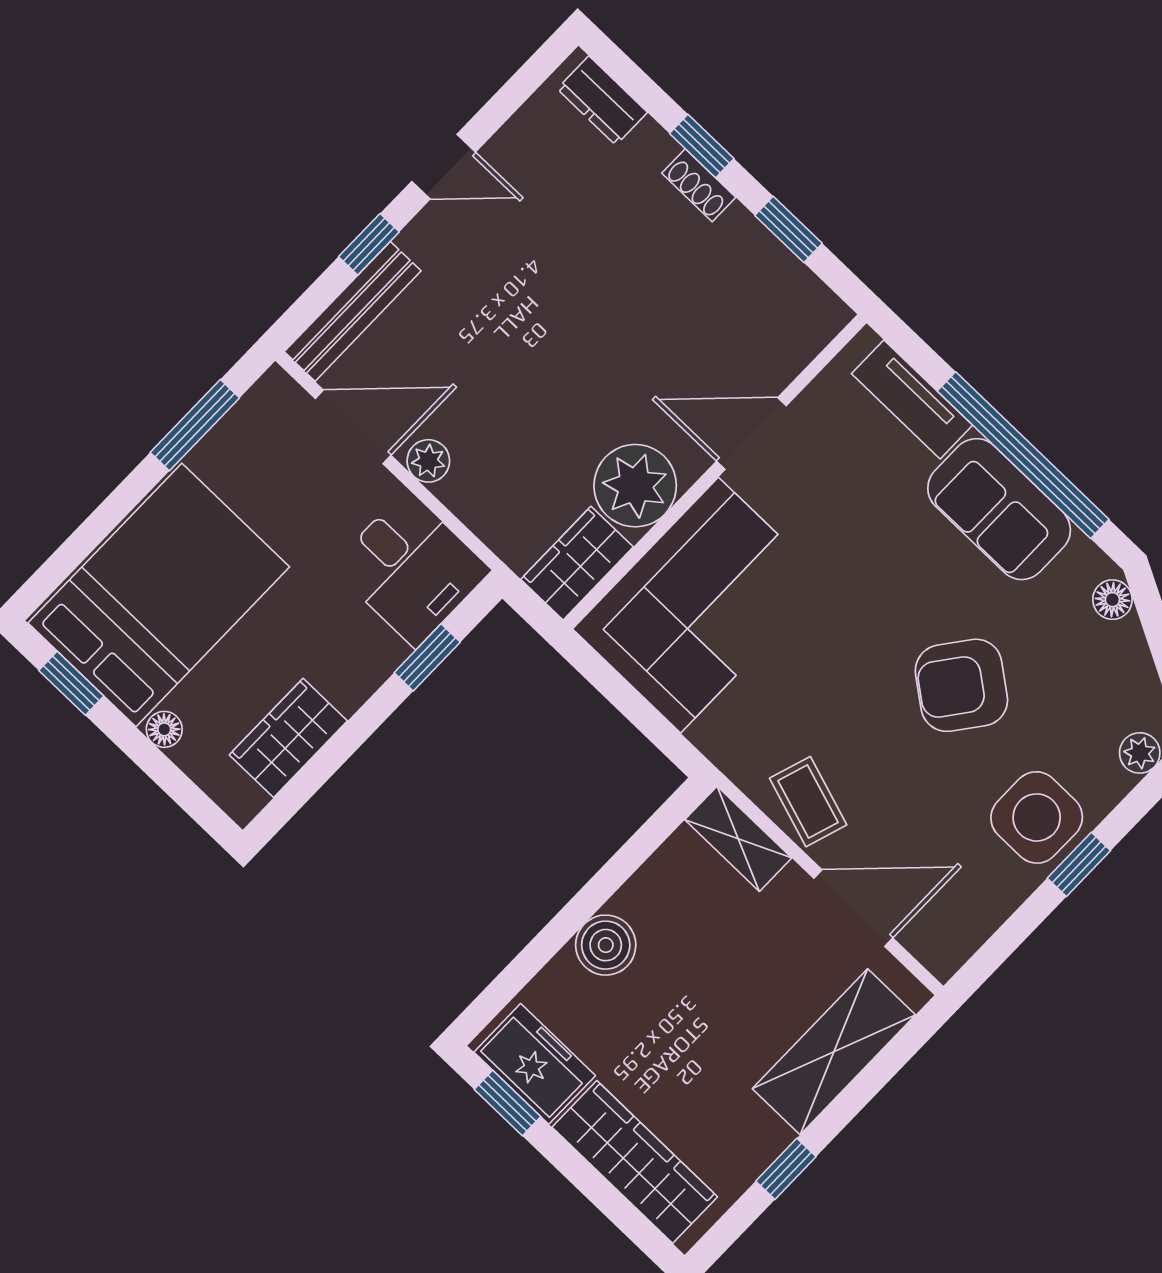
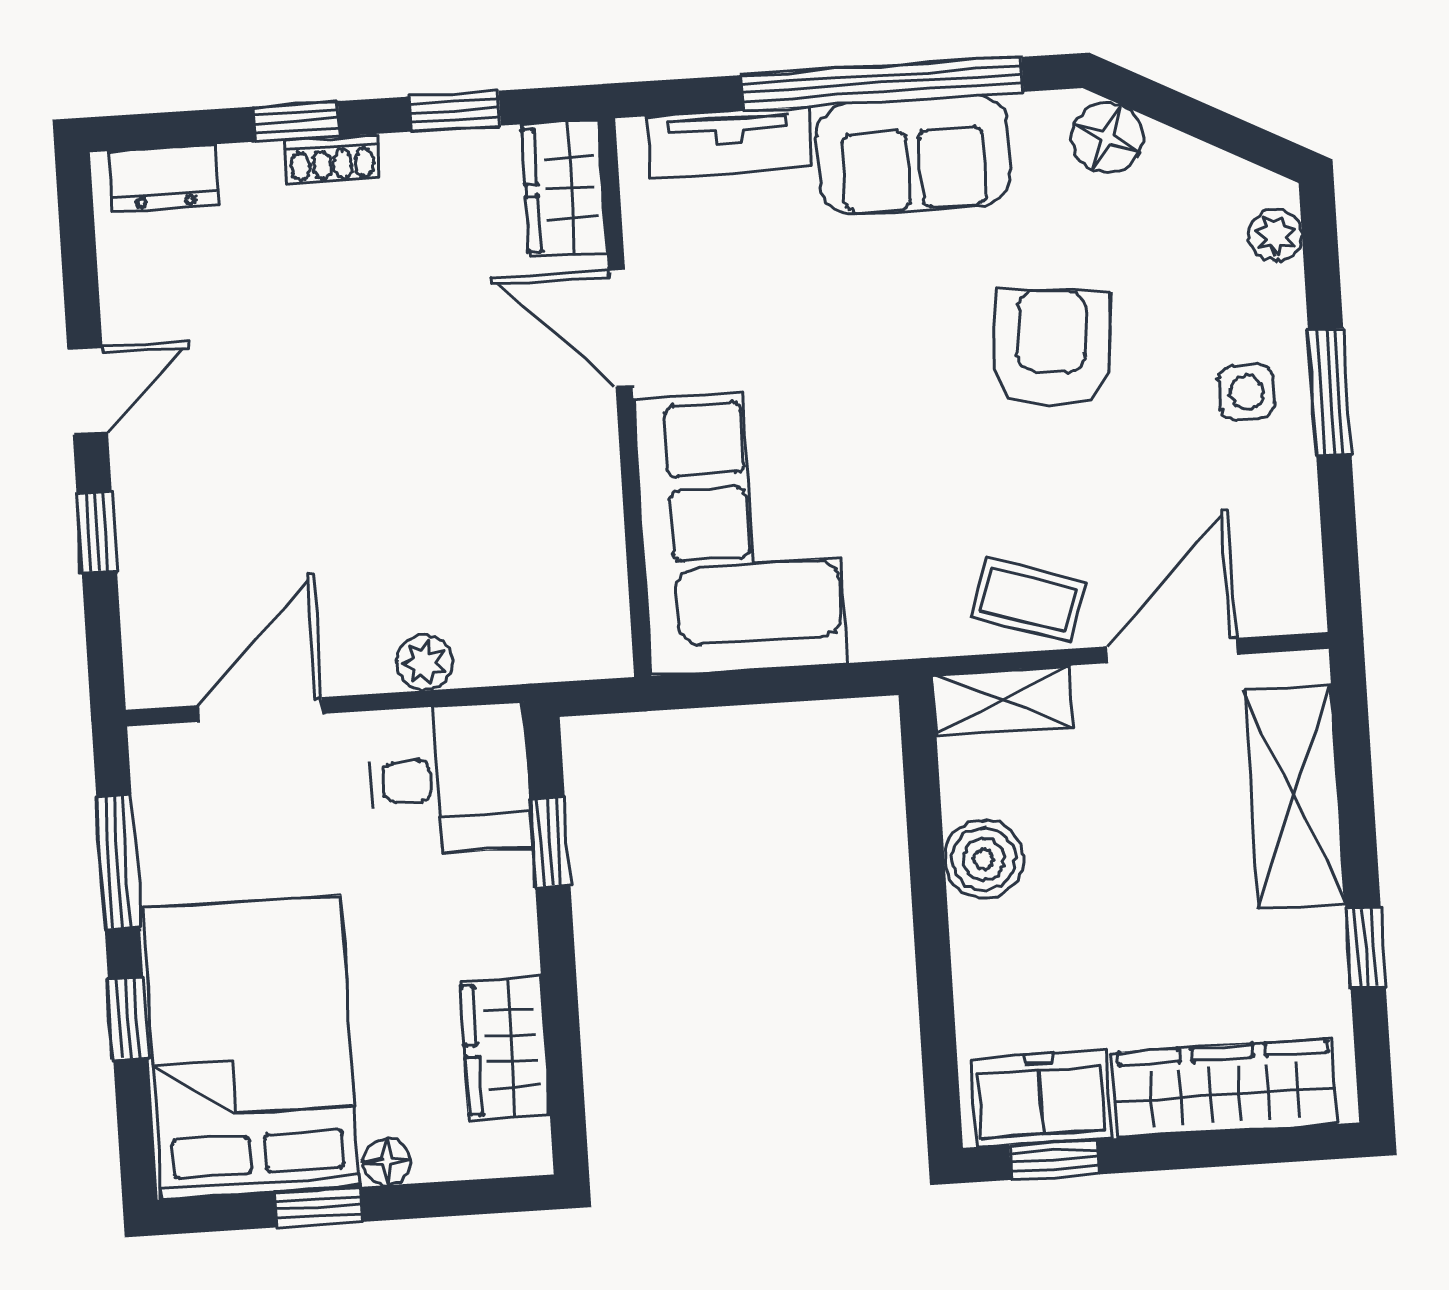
bench: (353, 311) -> (147, 607), removed
door: (751, 434) -> (620, 328), hinge flipped
plant: (428, 461) -> (425, 662), moved
plant: (635, 486) -> (568, 488), removed
window: (112, 511) -> (128, 1019), added
wardrobe: (577, 563) -> (564, 188), moved
floor lamp: (1112, 600) -> (1107, 137), width x1.37, depth x1.37
window: (71, 683) -> (319, 1207), moved
armchair: (961, 685) -> (1051, 348), turned 148
side table: (1037, 817) -> (1247, 392), width x0.54, depth x0.54
window: (1079, 864) -> (1330, 392), width x1.50
boiler: (606, 945) -> (984, 859), moved

